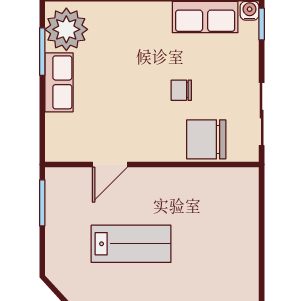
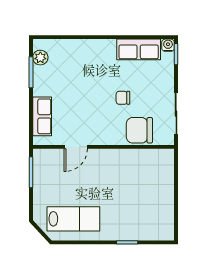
plant: (66, 29) -> (40, 58), width x0.53, depth x0.53
row of seats: (59, 82) -> (42, 116), moved
lab bench: (131, 244) -> (73, 219), moved

